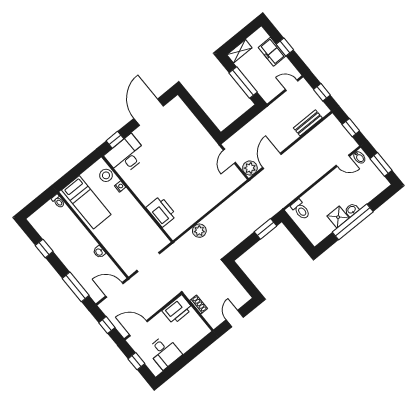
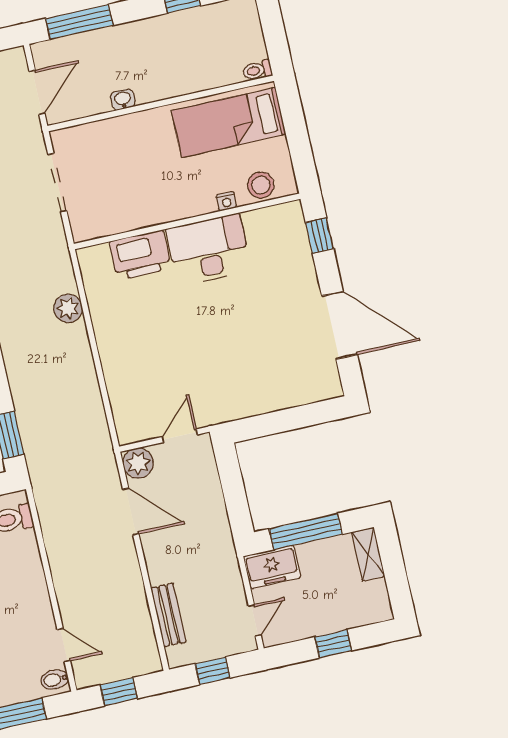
freezer: (272, 52) -> (272, 567), moved, turned 180
desk: (126, 155) -> (209, 250), moved, turned -90
door: (229, 156) -> (180, 436), hinge flipped
door: (343, 161) -> (64, 645), swing flipped

